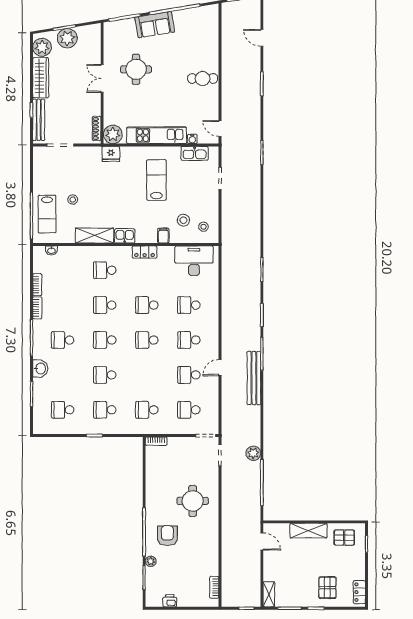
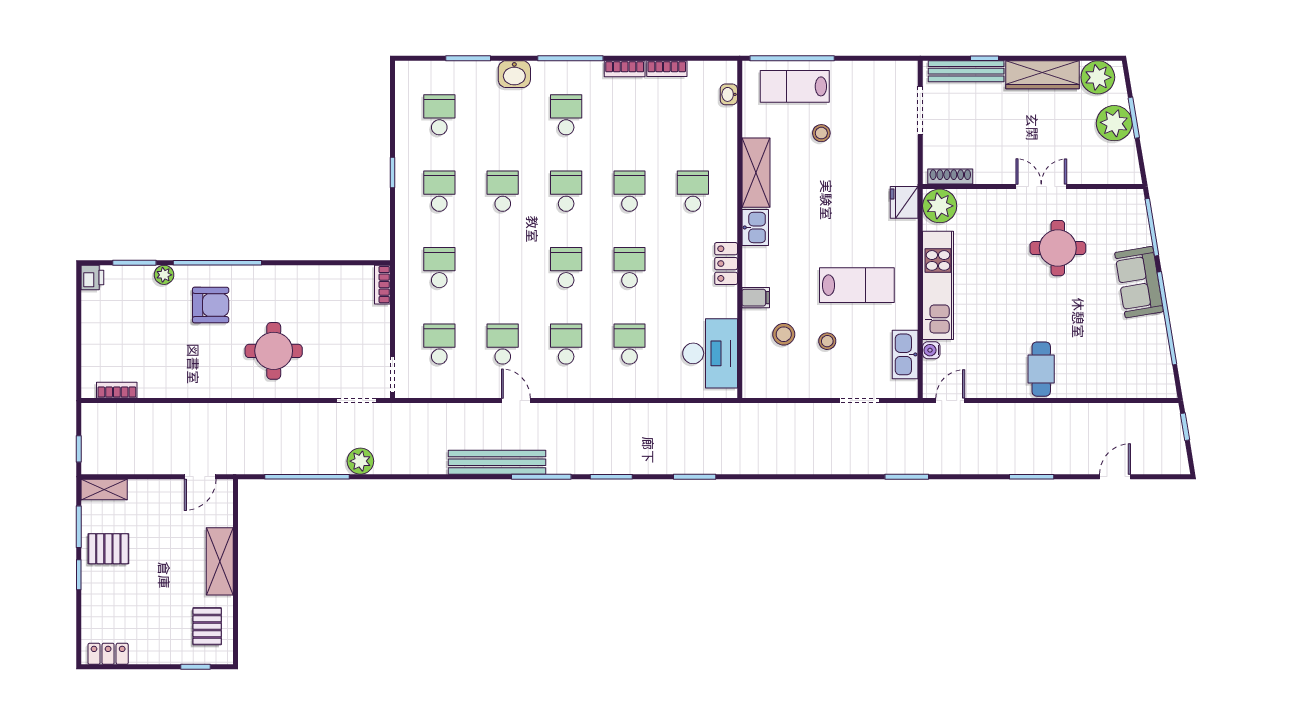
stool: (204, 227) -> (827, 341), moved
pallet: (327, 588) -> (108, 549), moved
printer: (170, 601) -> (92, 277), moved

